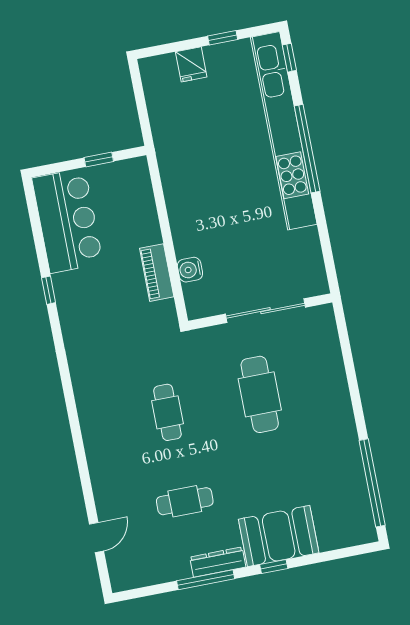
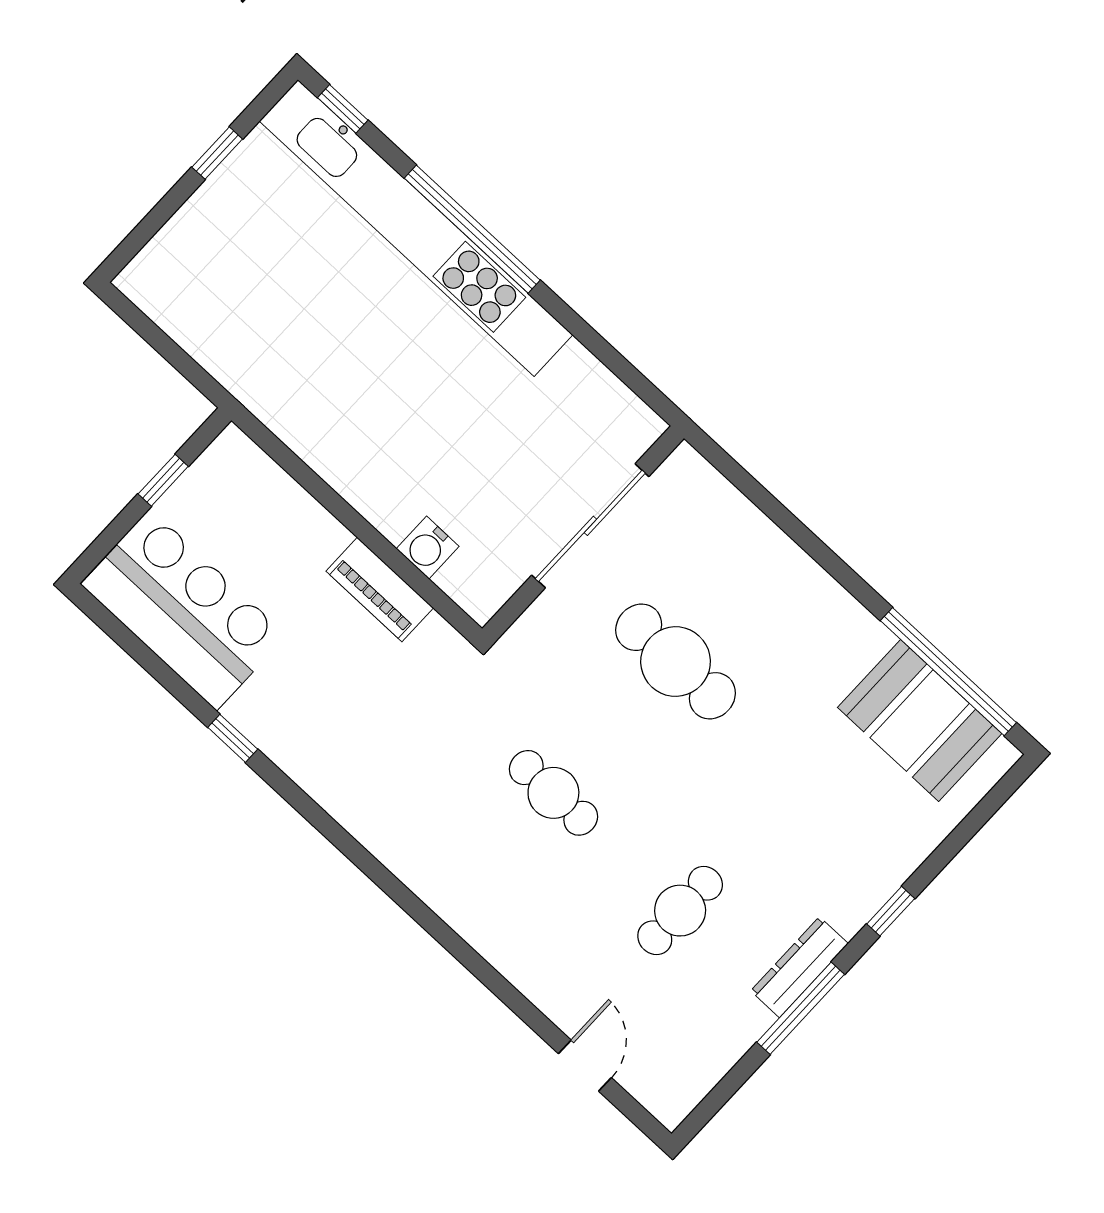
fridge: (191, 64) -> (199, 230), removed
booth: (279, 536) -> (920, 720), moved, turned 90

